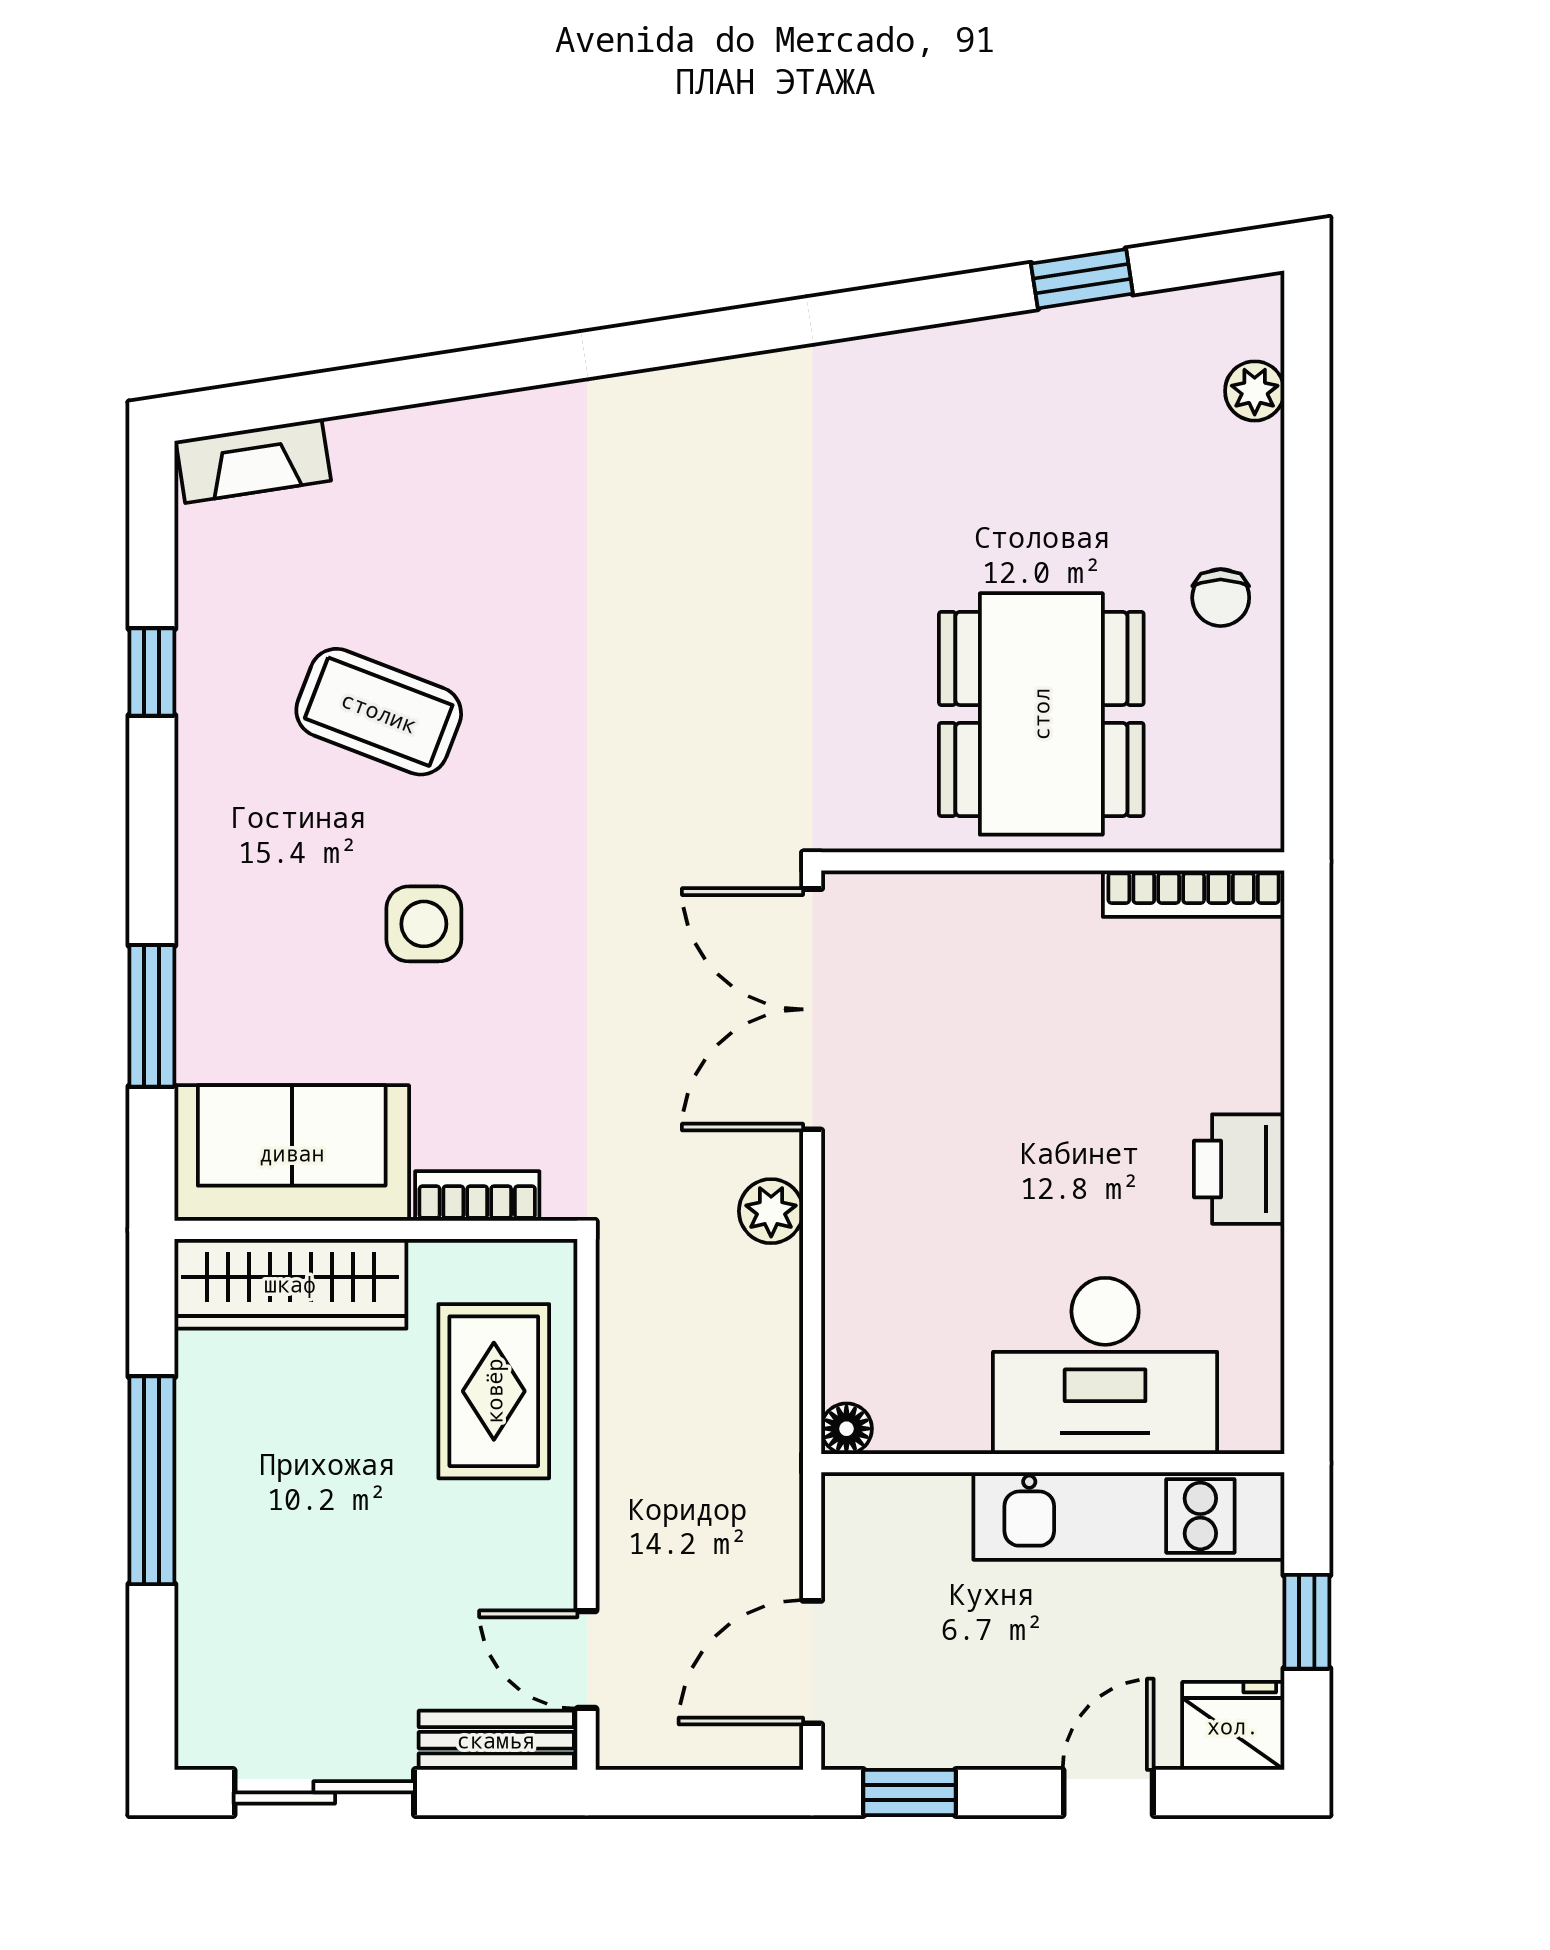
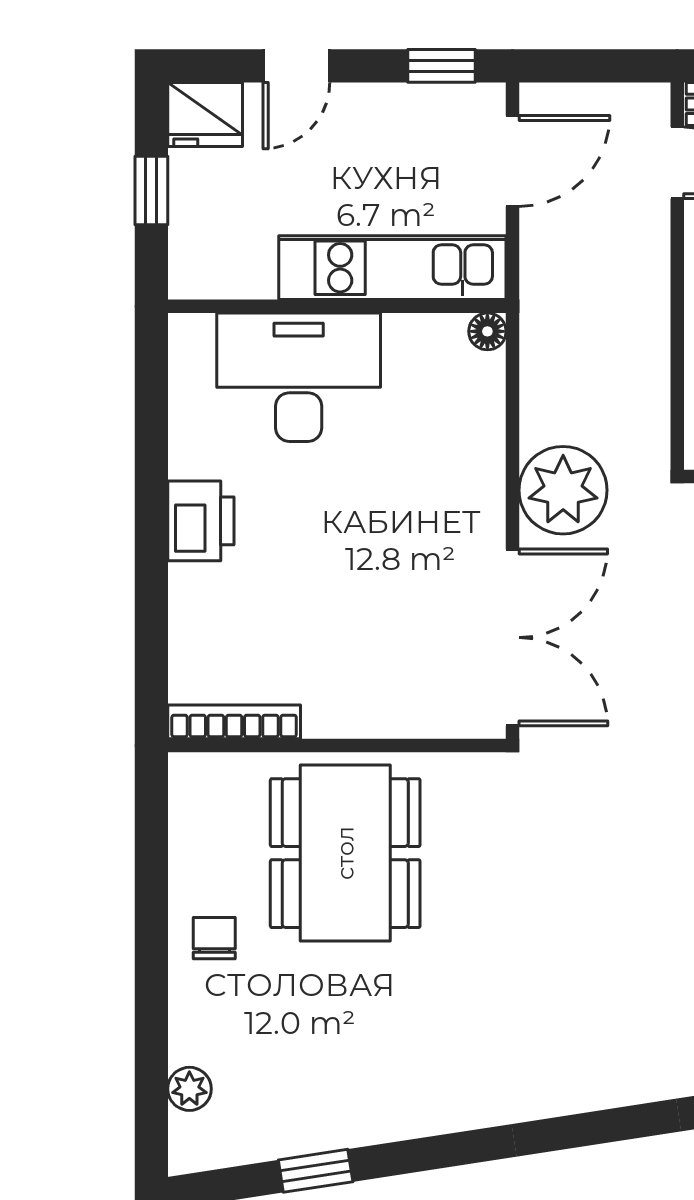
plant: (771, 1211) -> (563, 490), width x1.88, depth x1.88
kitchen unit: (1129, 1516) -> (392, 268), moved

